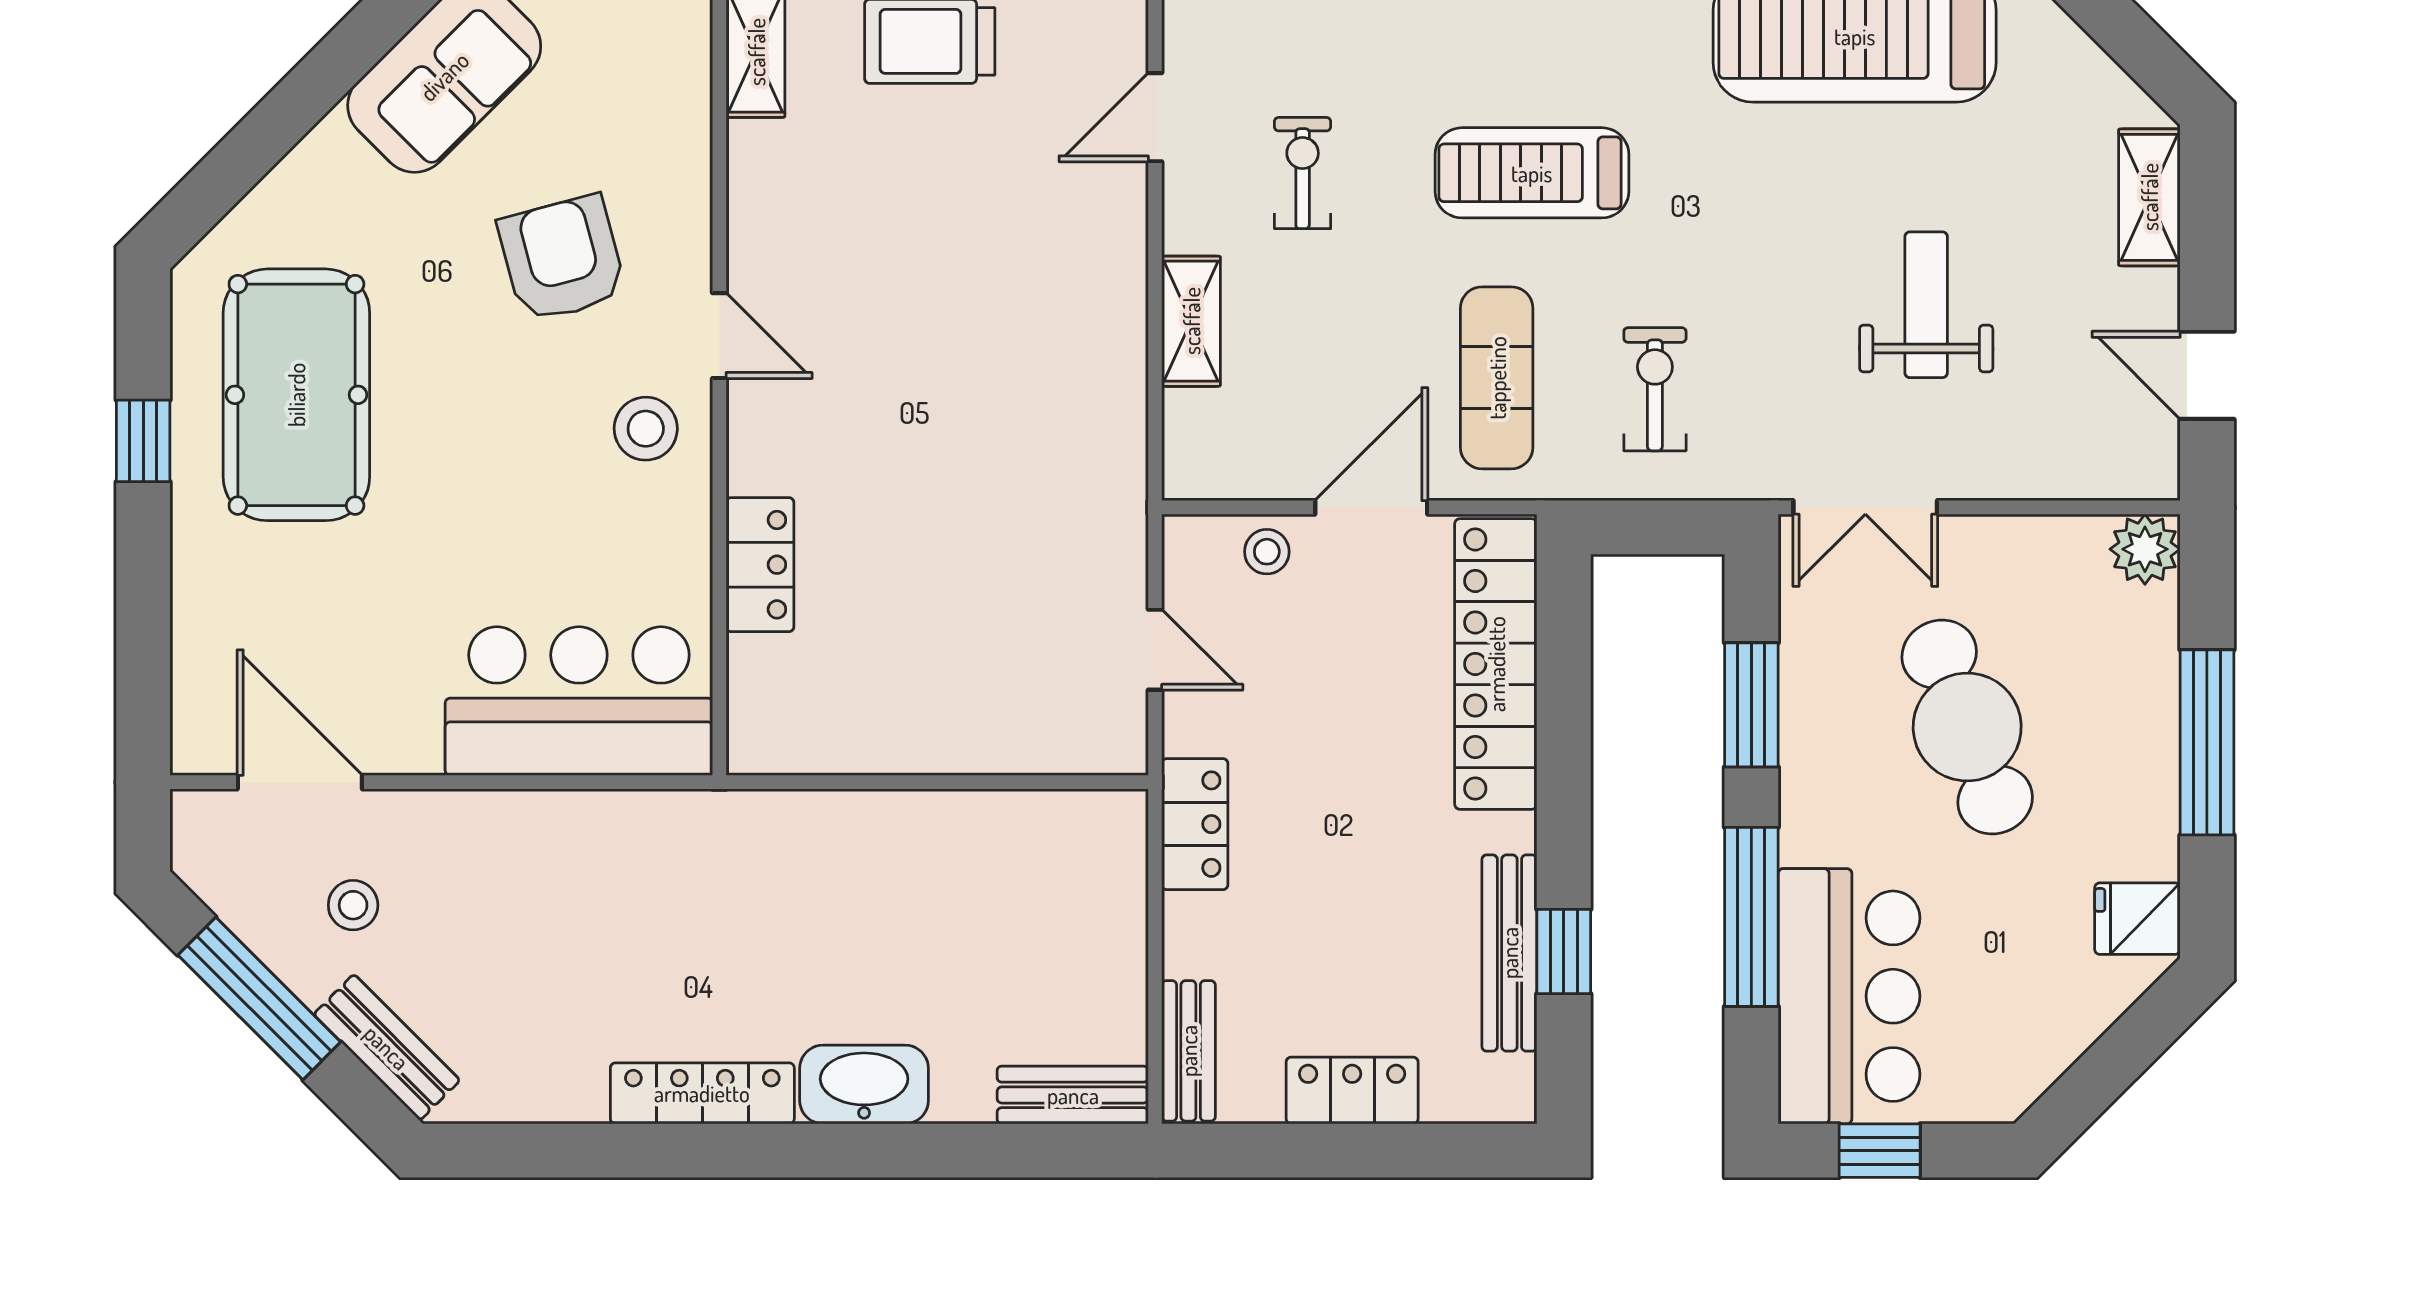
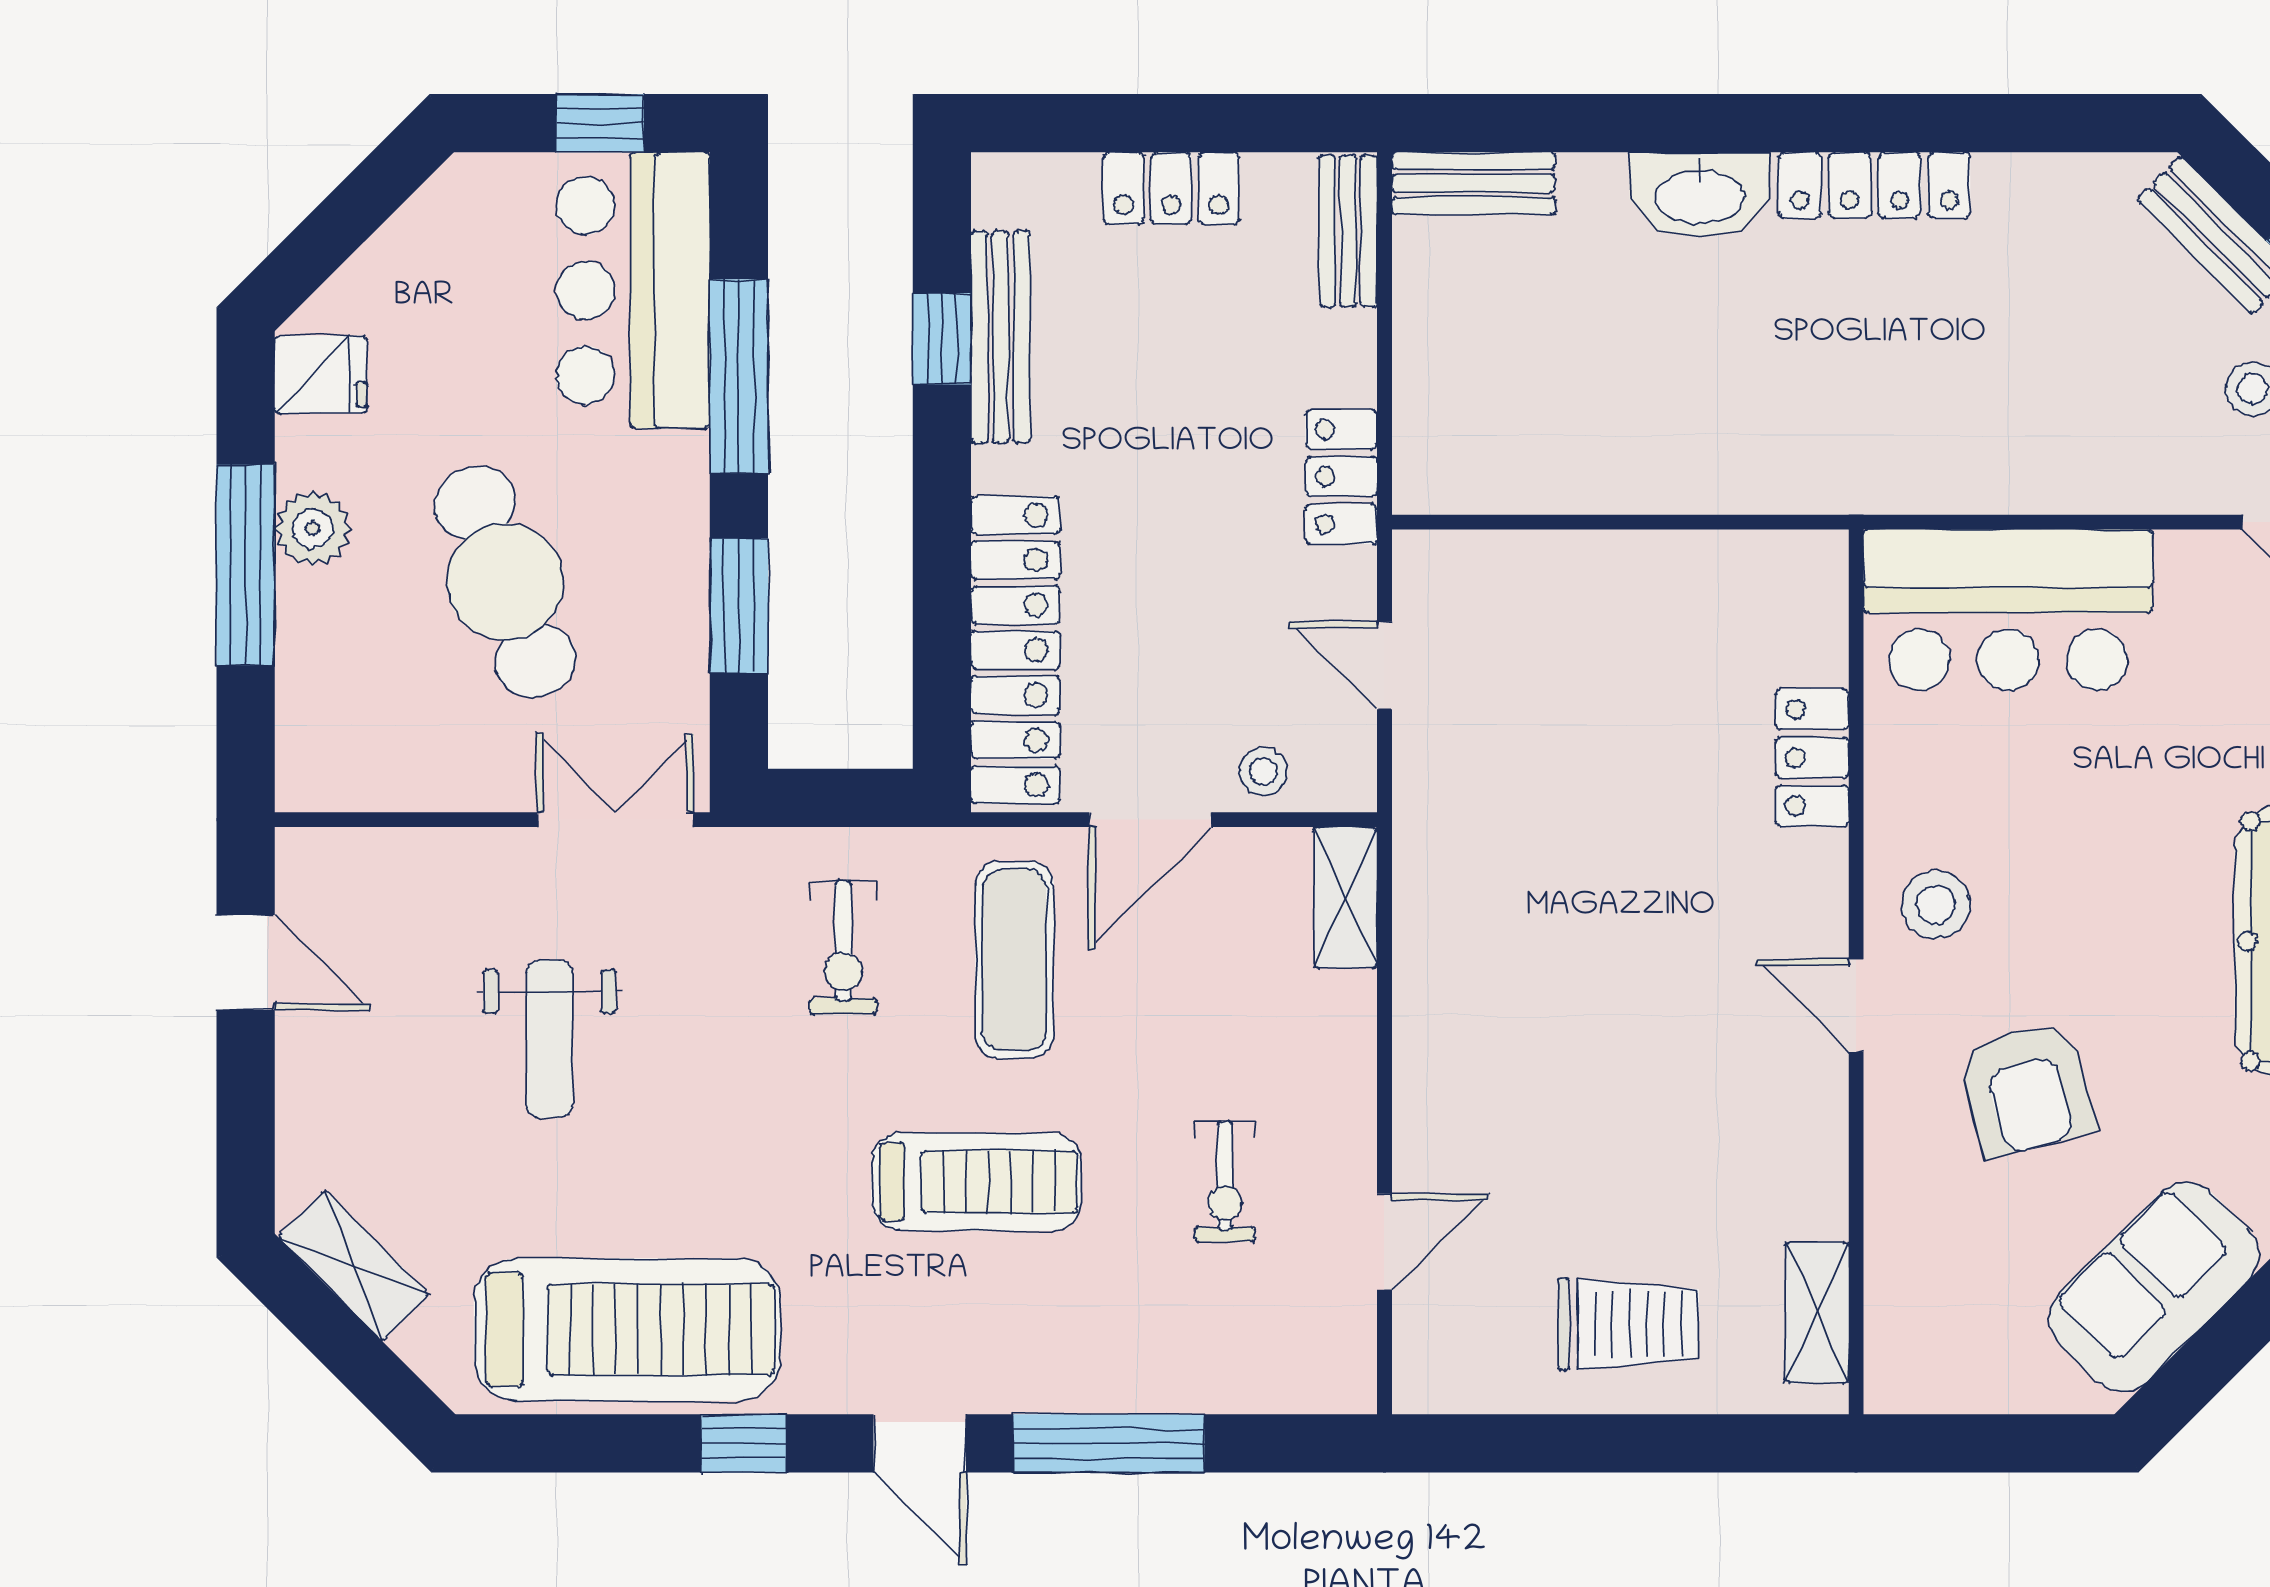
shelving: (2149, 197) -> (354, 1265), moved, turned -45
shelving: (1191, 321) -> (1346, 897), moved
plant: (2145, 549) -> (313, 529), moved

